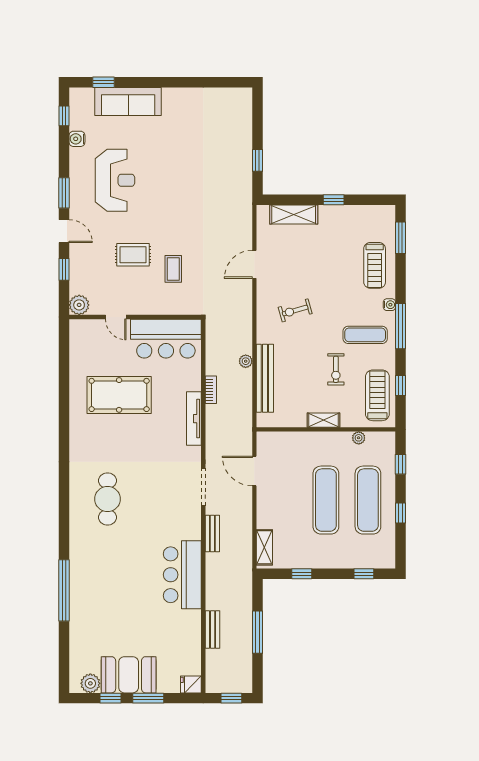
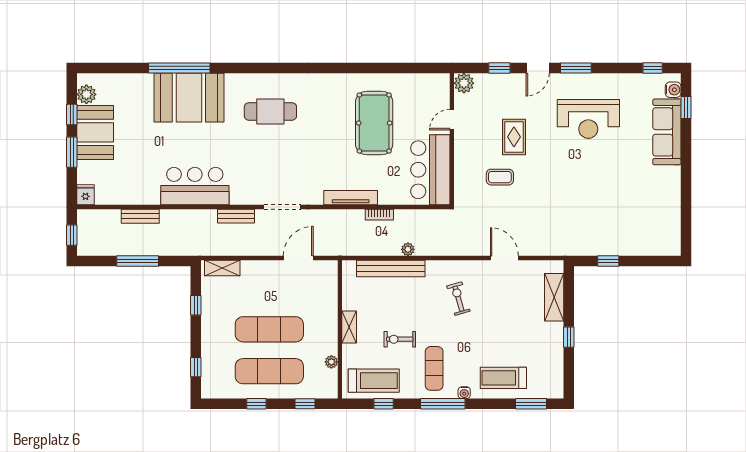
water cooler: (77, 139) -> (673, 90), moved, turned 90
booth: (94, 581) -> (189, 98), added

